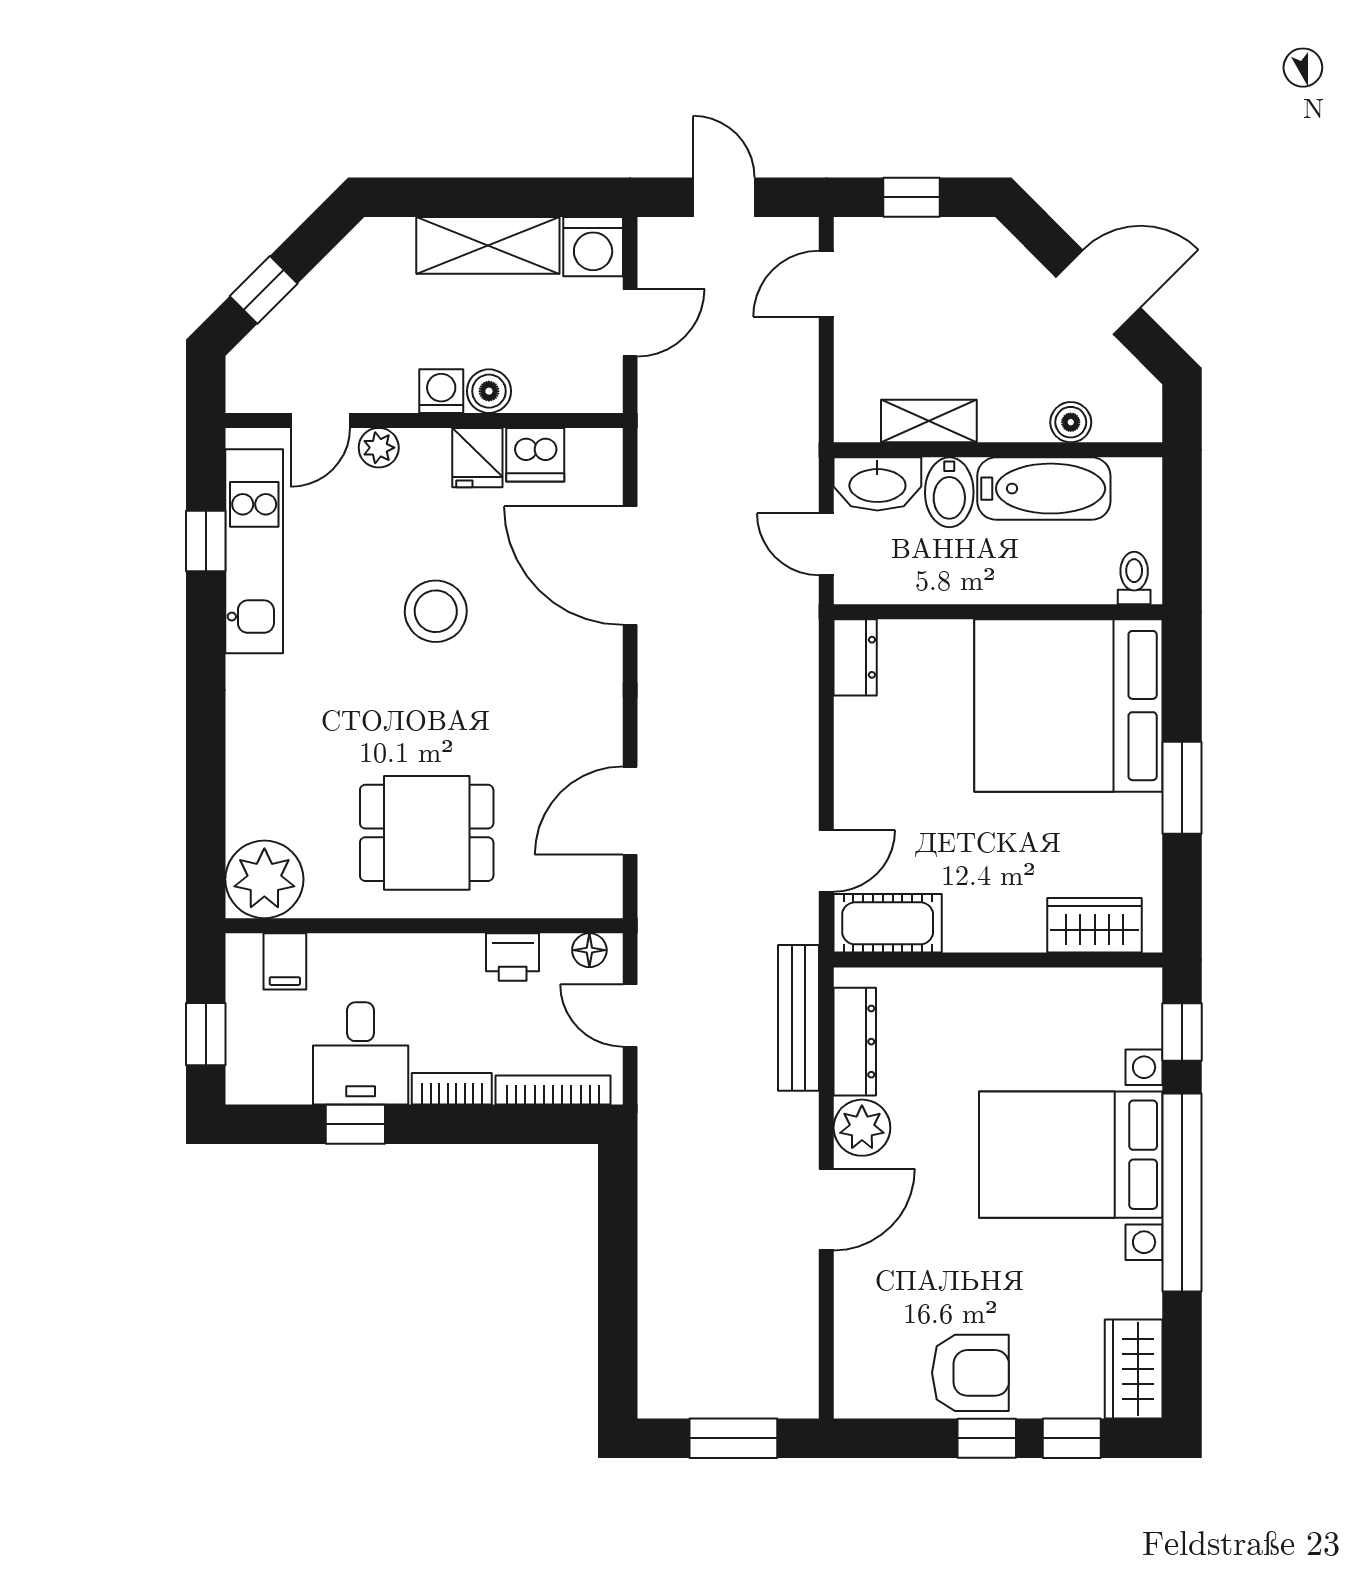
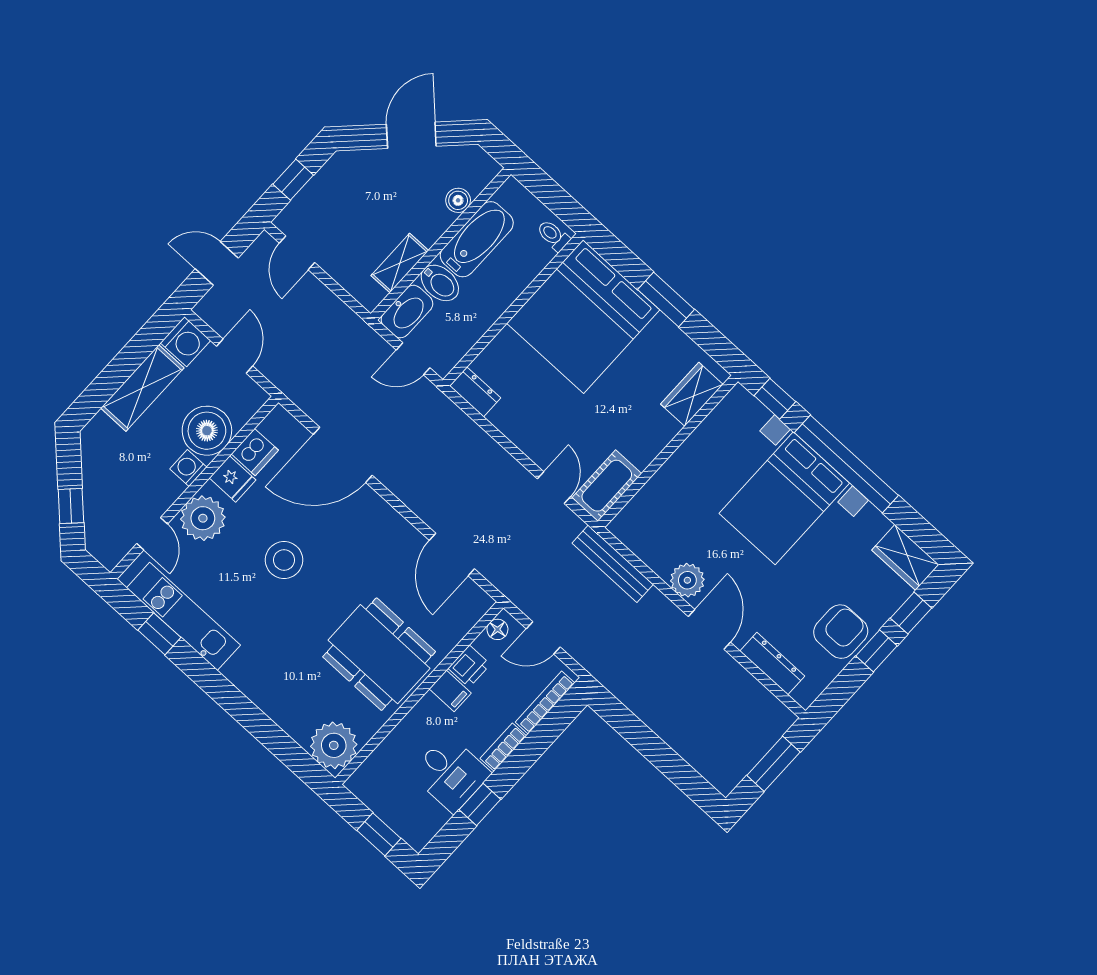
boiler: (489, 391) -> (207, 431), width x1.86, depth x1.86
plant: (379, 448) -> (203, 518), width x1.88, depth x1.88
dining table: (427, 833) -> (379, 654), width x1.38
filing cabinet: (285, 961) -> (450, 691), moved
dresser: (855, 1042) -> (772, 664), moved

